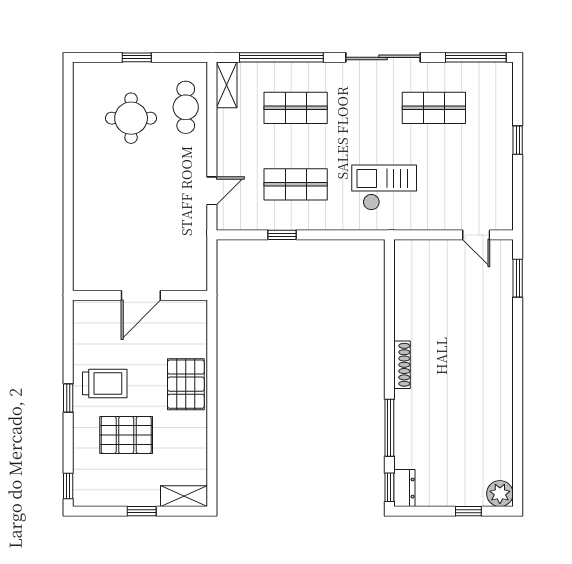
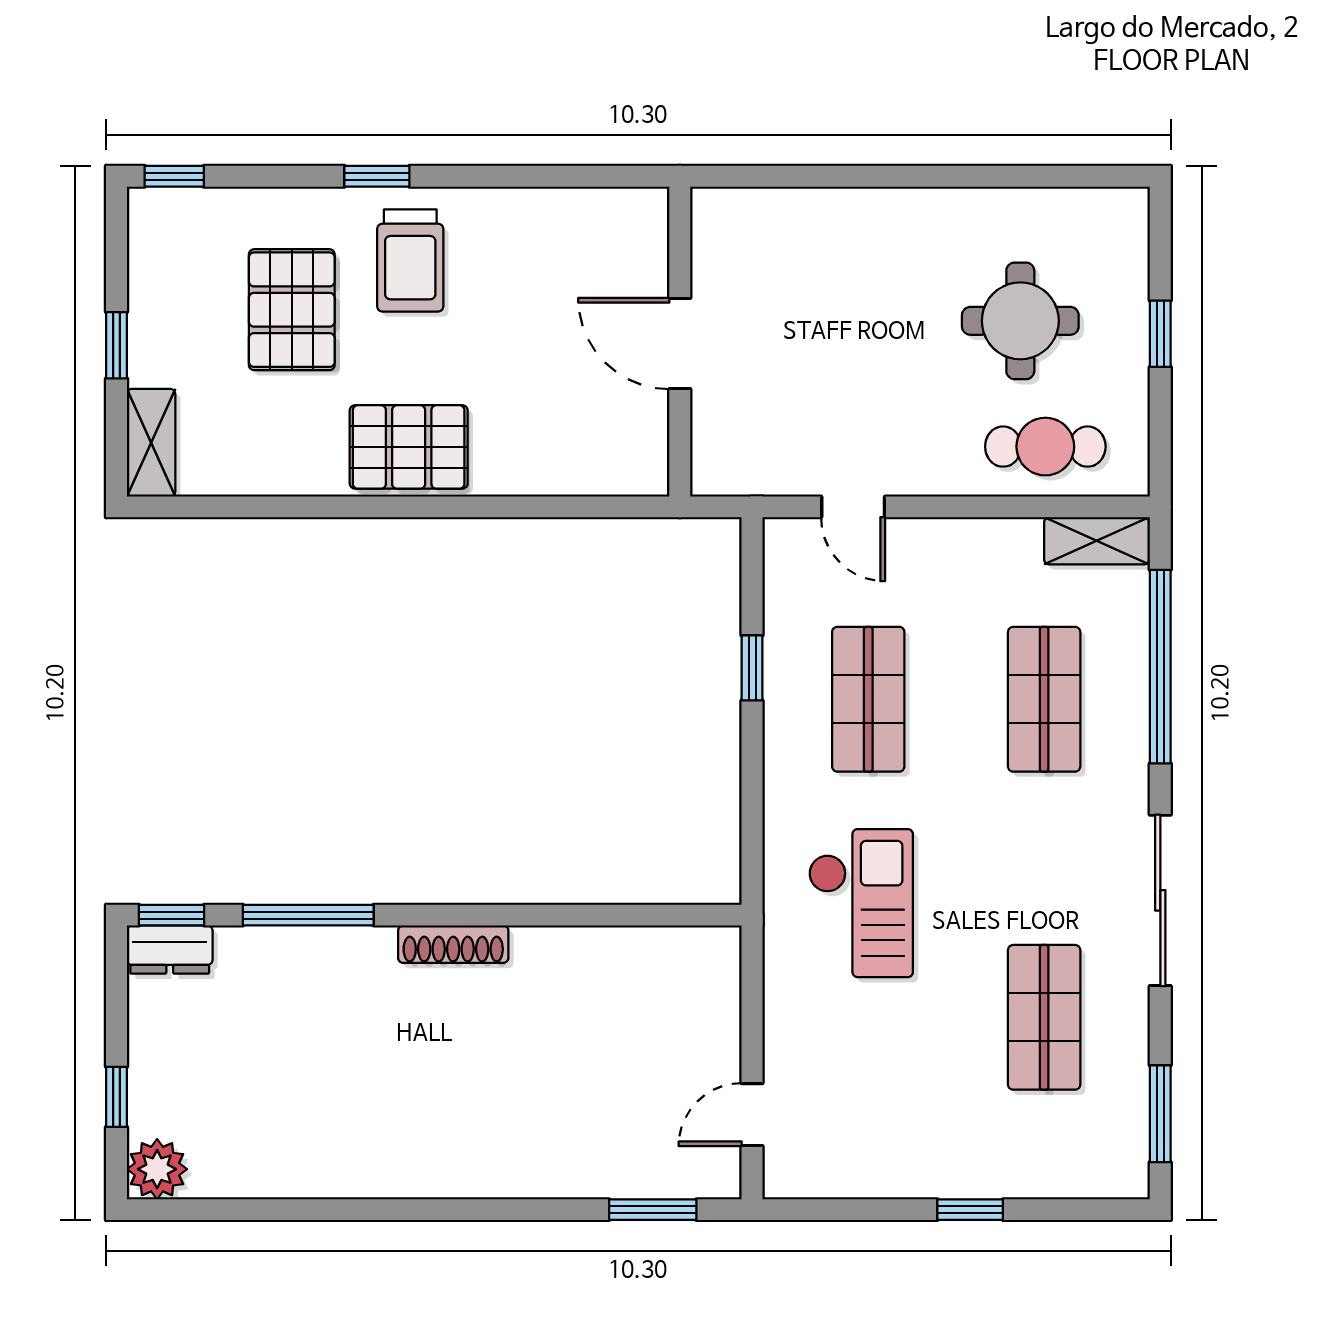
window: (476, 57) -> (1160, 1114), width x0.69
wall: (140, 295) -> (680, 342), moved
door: (141, 295) -> (680, 344), moved

